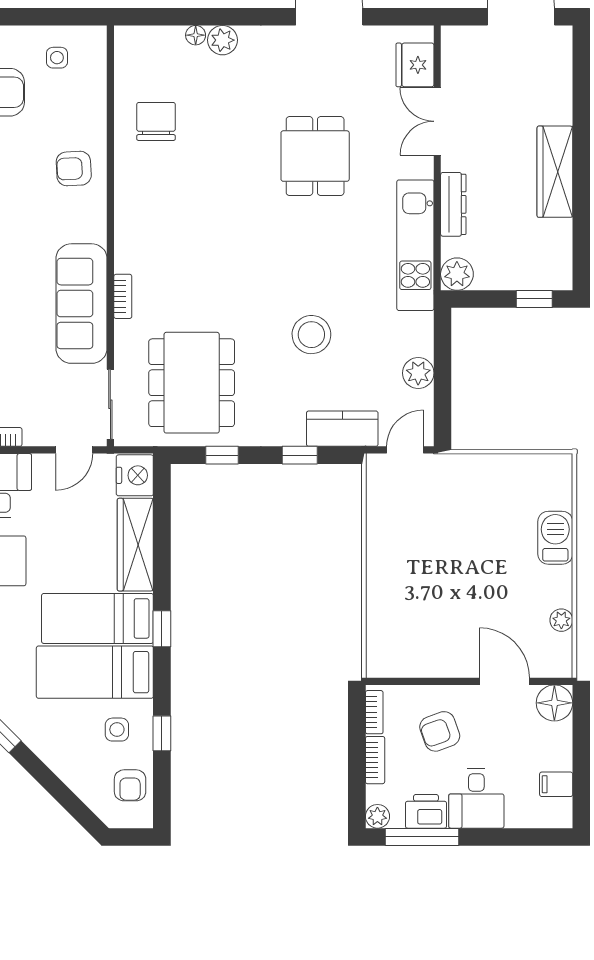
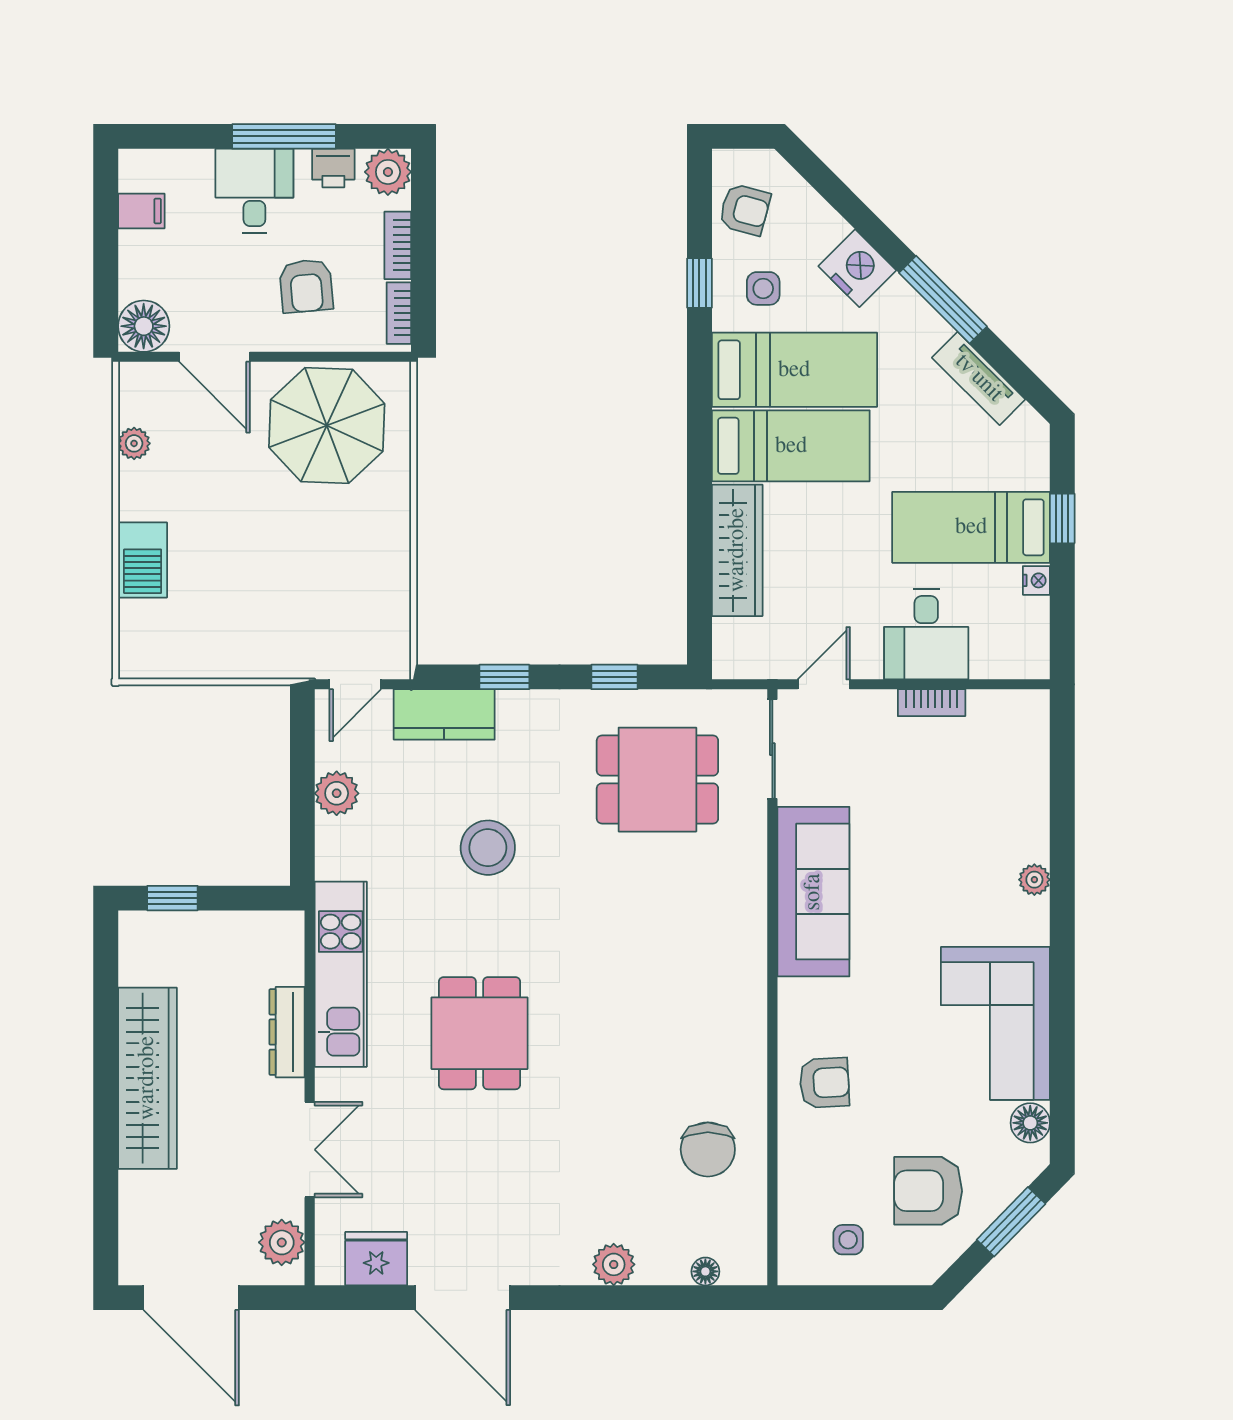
floor lamp: (196, 35) -> (705, 1271), moved
fridge: (415, 65) -> (376, 1259), moved, turned -90
dining table: (315, 156) -> (480, 1033), moved
wardrobe: (555, 172) -> (147, 1078), width x1.40, depth x1.17
plant: (457, 274) -> (282, 1242), moved
bookcase: (123, 296) -> (755, 902), removed
dining table: (192, 383) -> (657, 780), width x0.73
nightstand: (135, 475) -> (857, 268), moved, turned 135
window: (162, 629) -> (699, 431), removed
parasol: (425, 633) -> (327, 425), added
armchair: (440, 731) -> (306, 286), turned 105
armchair: (130, 785) -> (745, 210), turned 105
printer: (426, 811) -> (333, 168), width x0.73, depth x0.81
plant: (377, 816) -> (388, 172), width x1.38, depth x1.38
window: (422, 837) -> (284, 136), moved

